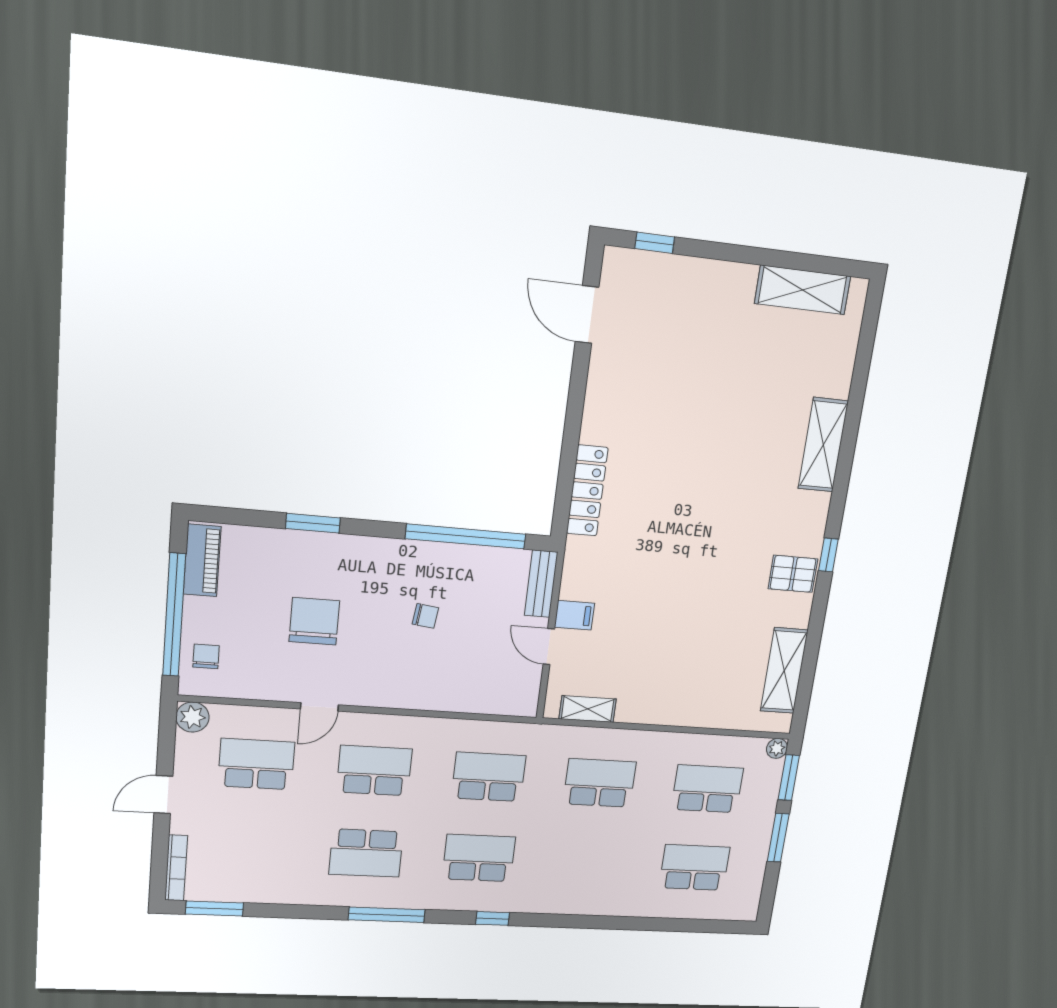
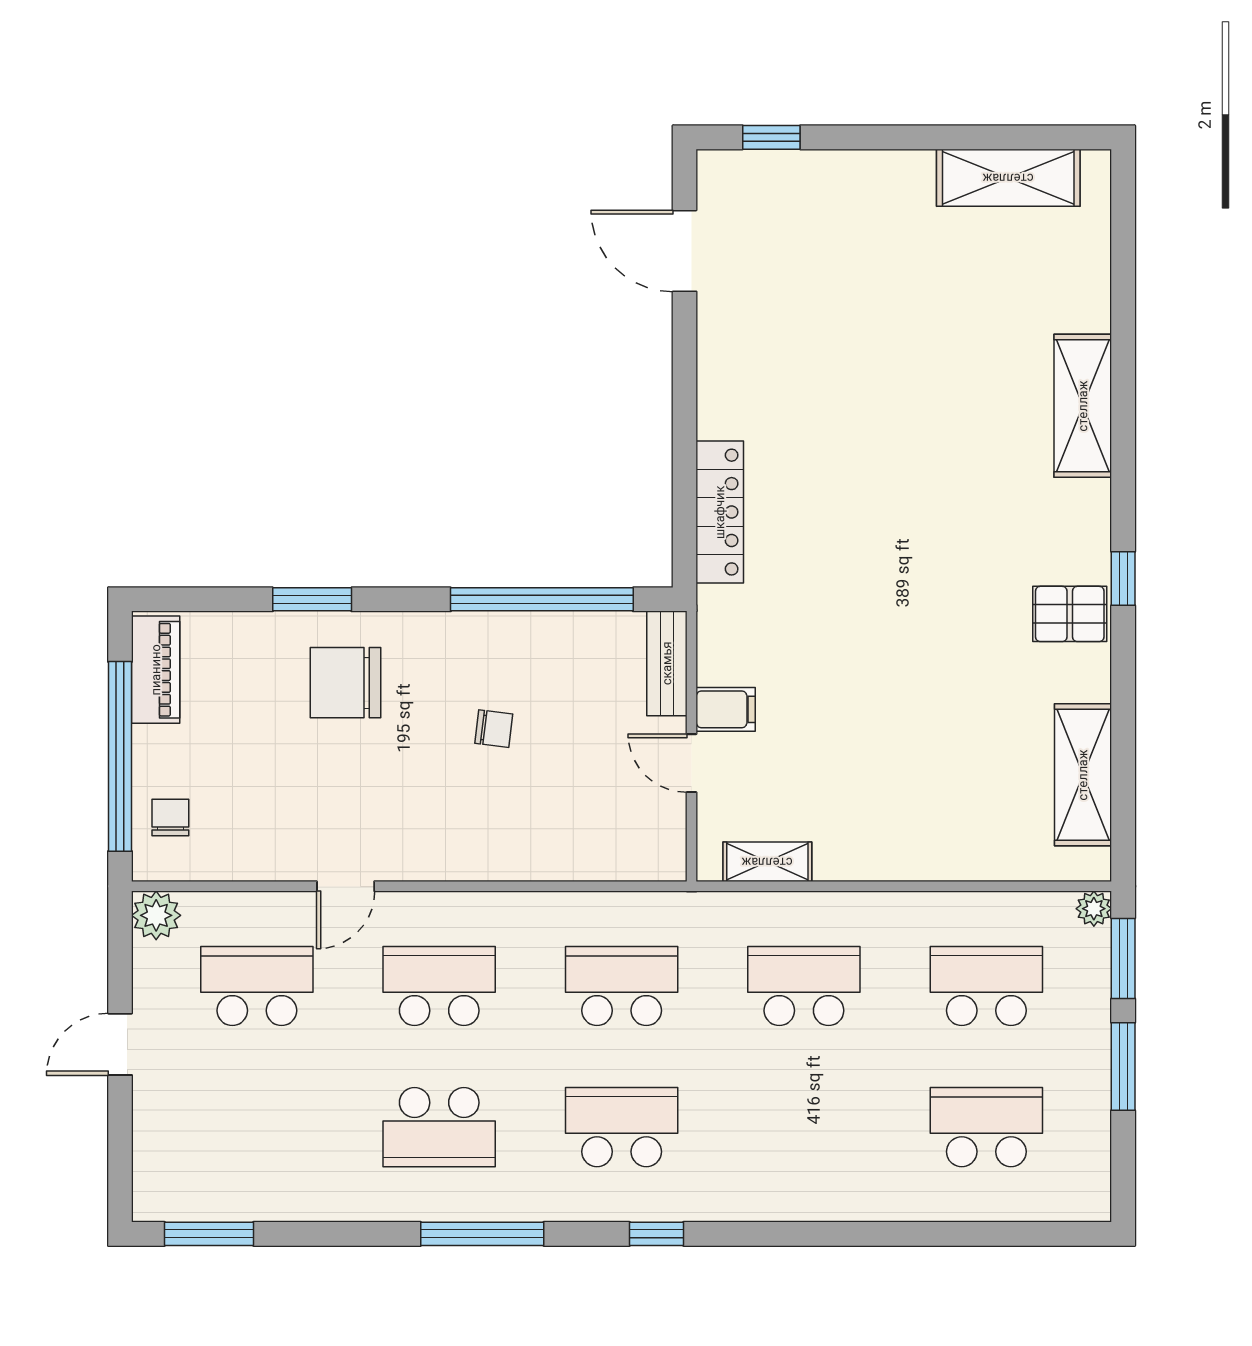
chair: (314, 621) -> (345, 683), moved, turned -90
bookcase: (176, 868) -> (146, 1166), removed

